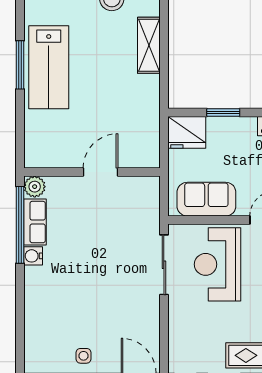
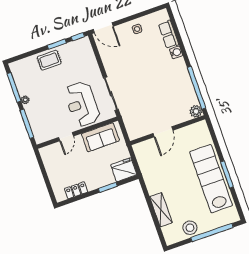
lab bench: (49, 67) -> (211, 179), width x1.36
row of seats: (35, 222) -> (169, 34), moved
water cooler: (33, 256) -> (176, 52), moved
reception desk: (218, 264) -> (82, 104), turned 180

